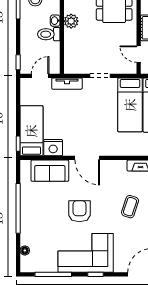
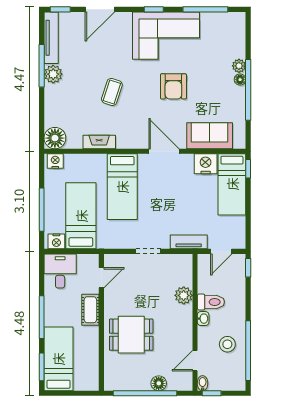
plant: (71, 21) -> (184, 295), moved
door: (139, 54) -> (101, 278), hinge flipped
bed: (130, 105) -> (122, 187), moved, turned 180
plant: (26, 228) -> (239, 66), added
floor lamp: (25, 250) -> (240, 80), moved

